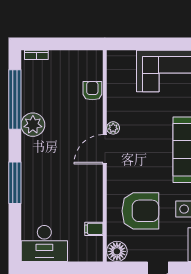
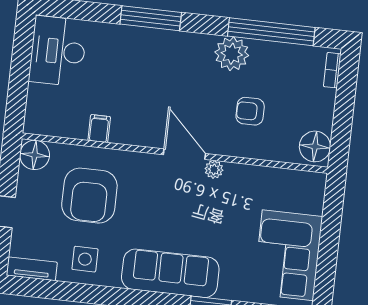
floor lamp: (90, 61) -> (315, 146), added
armchair: (92, 91) -> (250, 111), moved, turned 180
filing cabinet: (94, 229) -> (99, 129), moved

